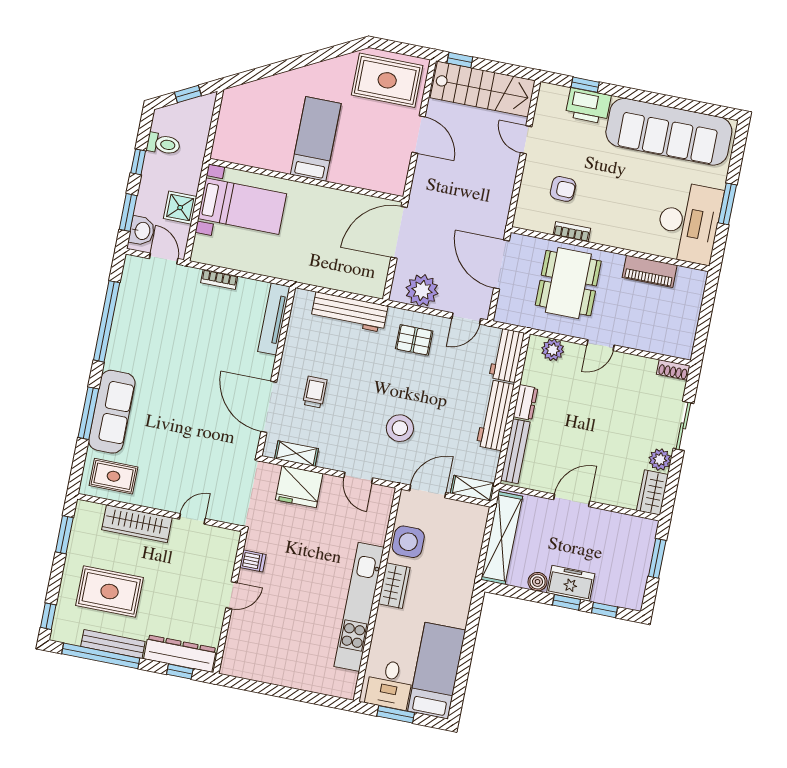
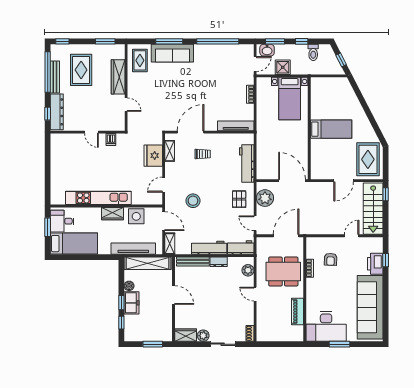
tv unit: (468, 560) -> (133, 249), added

